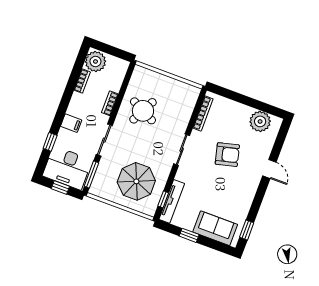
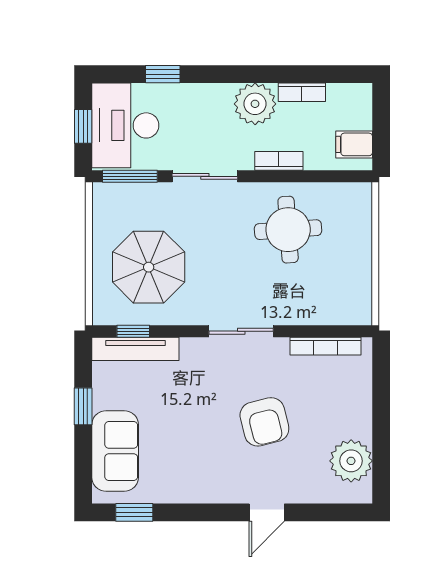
plant: (95, 62) -> (255, 104), moved
round table: (143, 111) -> (288, 230), turned -31
filing cabinet: (71, 123) -> (354, 144), moved, turned 90

